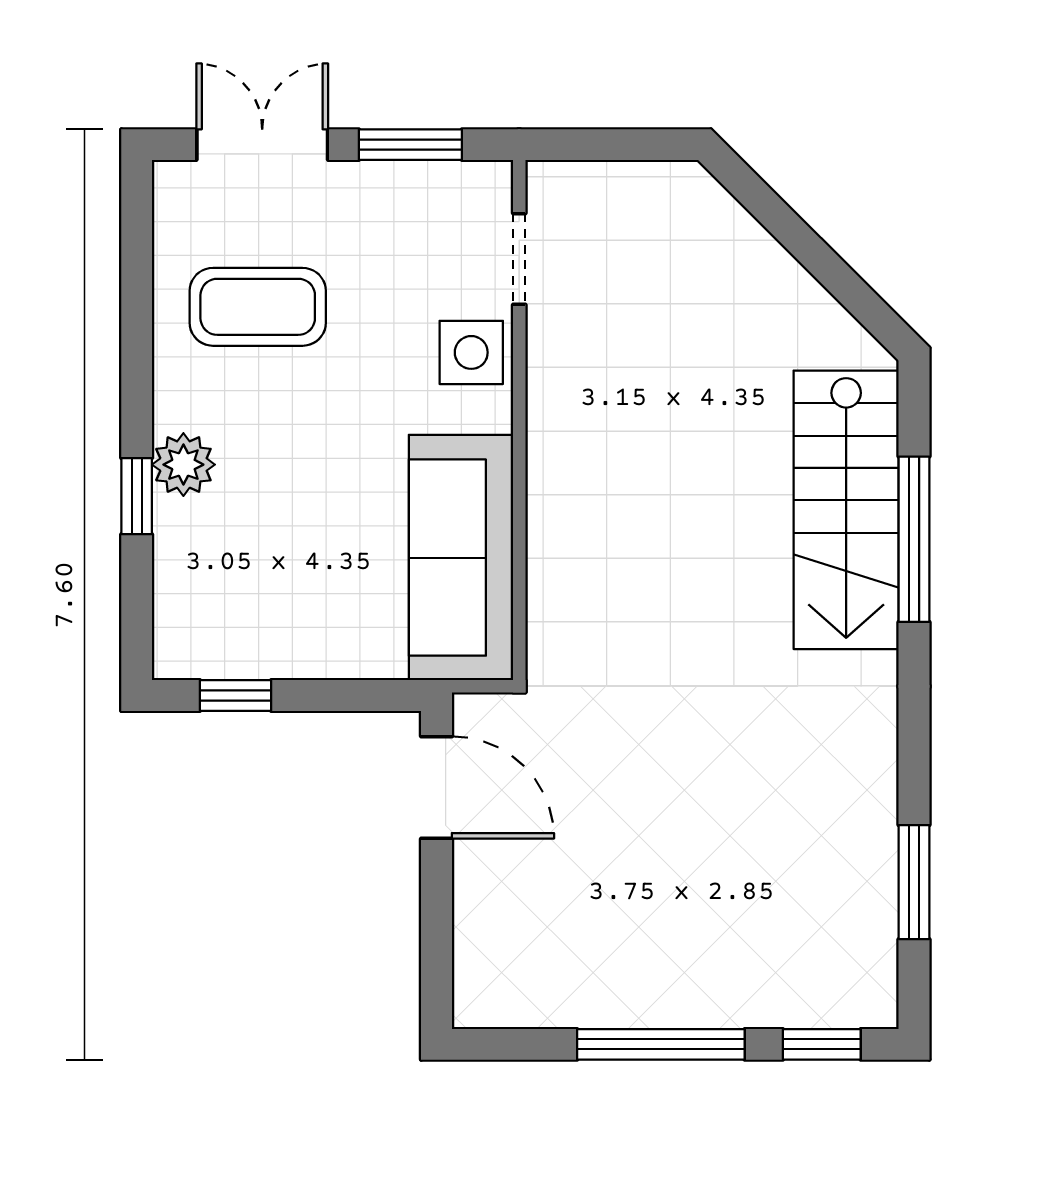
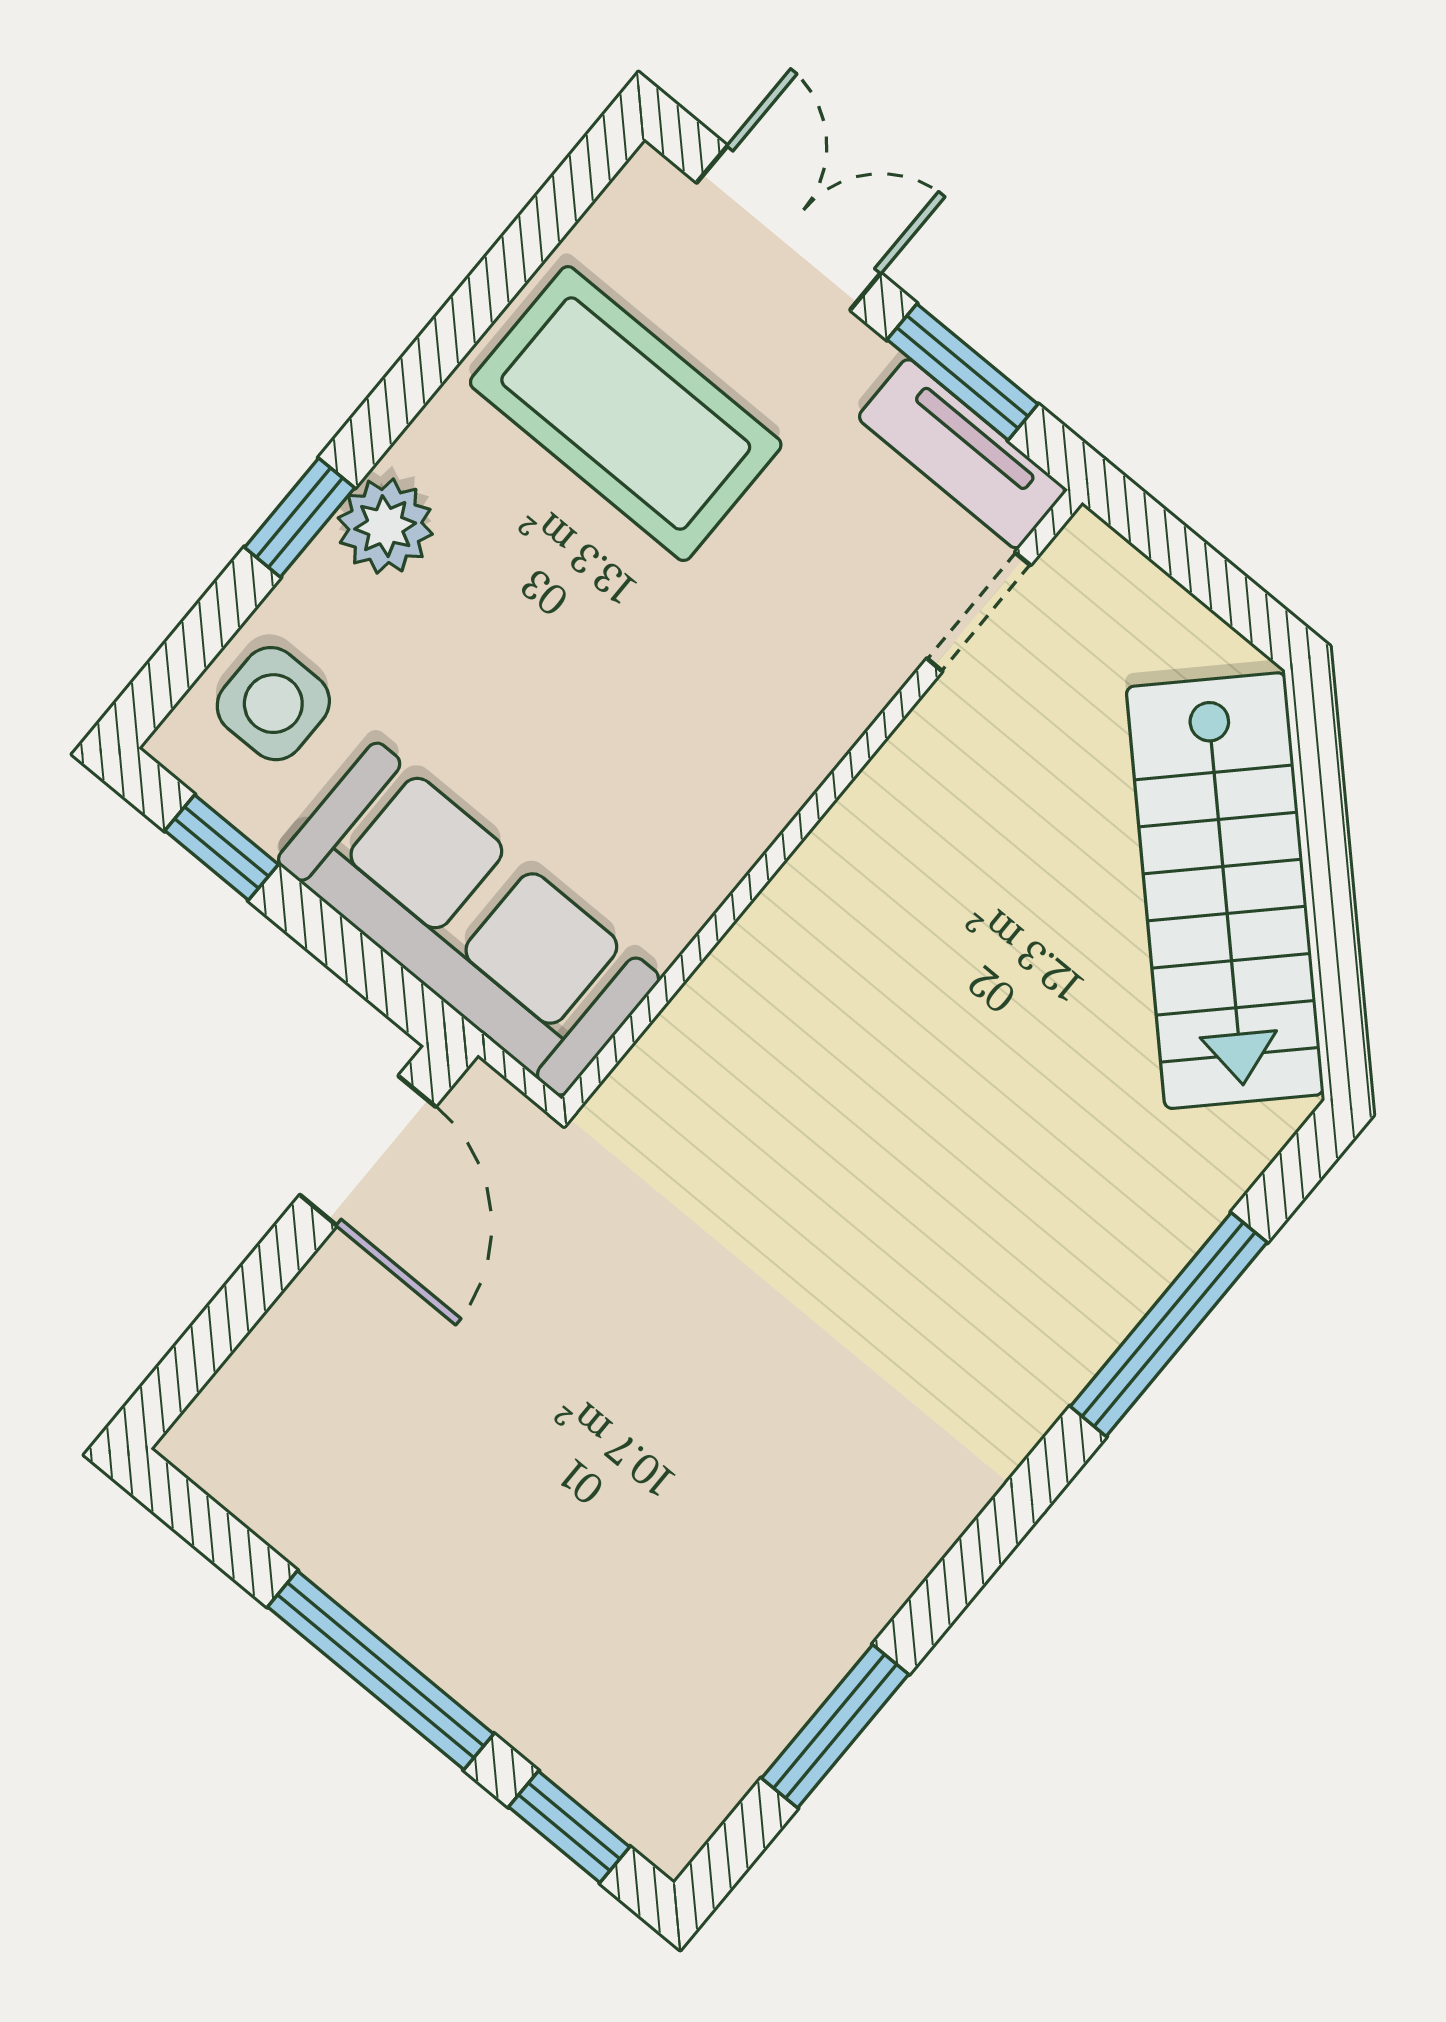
tv unit: (444, 186) -> (962, 454), added
coffee table: (258, 307) -> (626, 414), width x1.36, depth x1.32
side table: (471, 352) -> (273, 704), moved
stairs: (846, 510) -> (1225, 891), moved, turned -45
sofa: (461, 558) -> (469, 919), moved, turned 90

